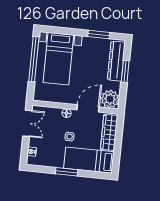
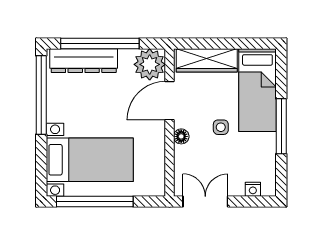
window: (99, 34) -> (41, 95), width x2.11
window: (125, 71) -> (100, 44), width x2.11
door: (88, 108) -> (169, 101), hinge flipped
window: (67, 172) -> (281, 126), width x1.44

